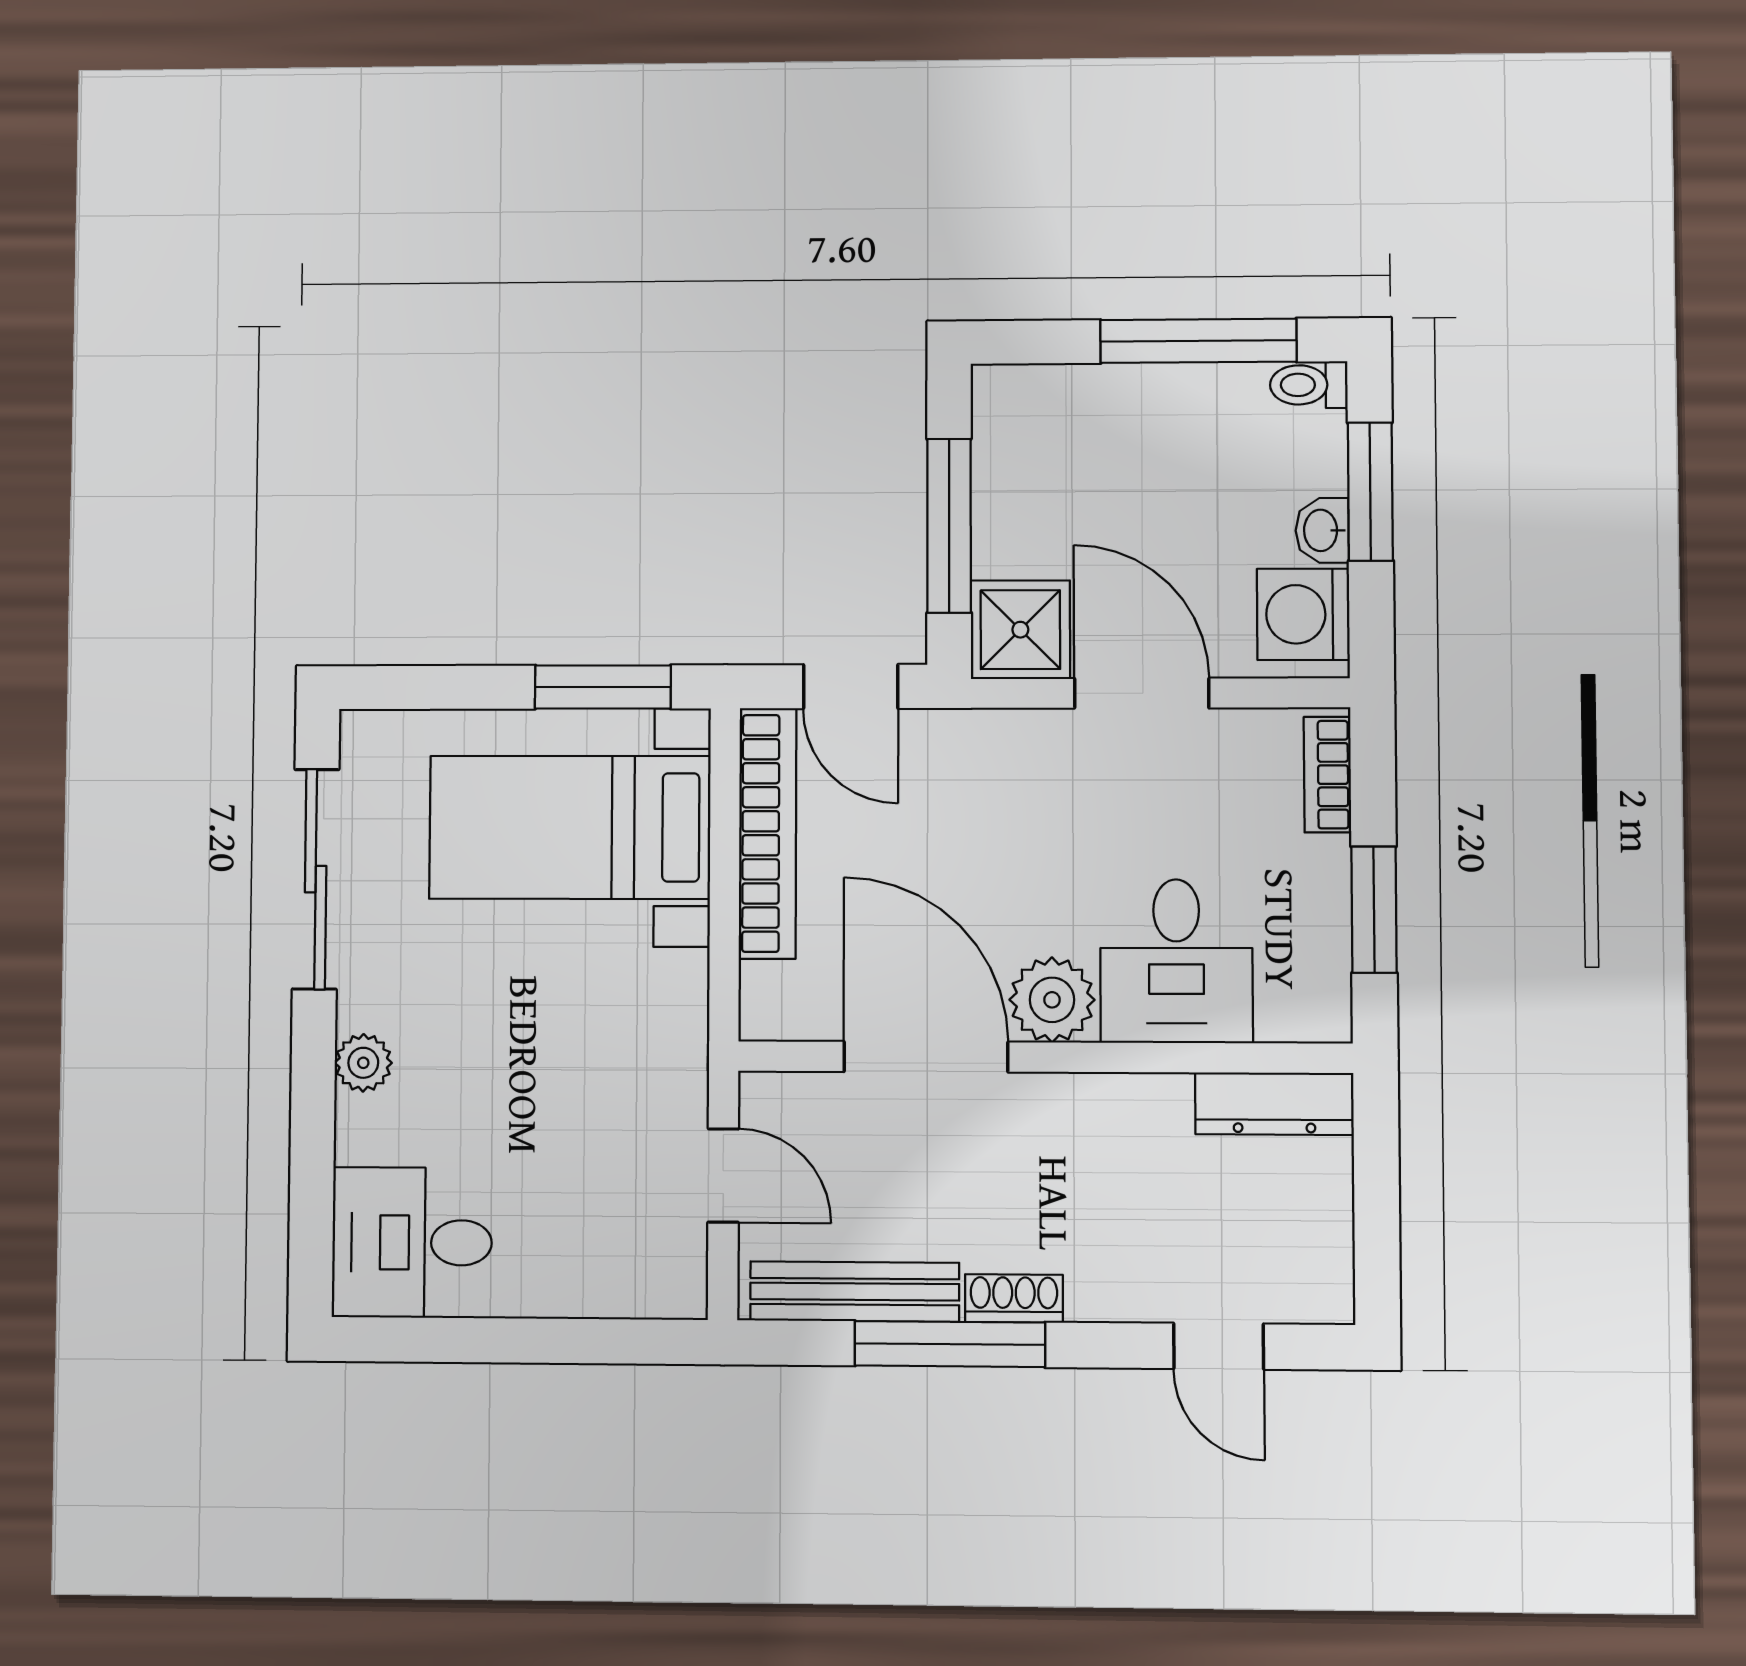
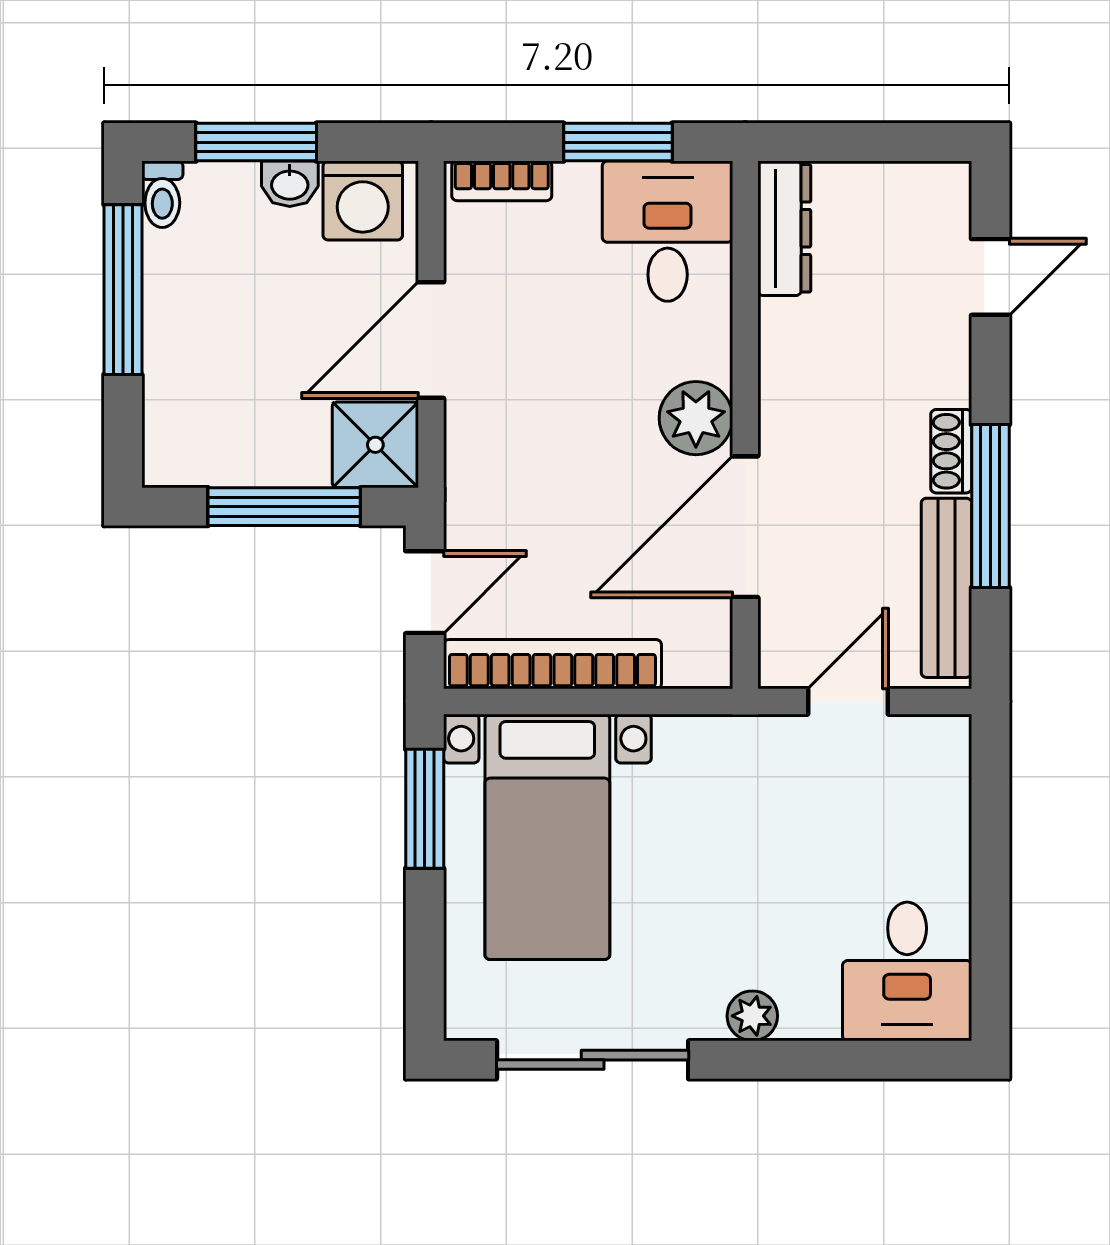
desk: (1176, 961) -> (668, 231), moved, turned -90

